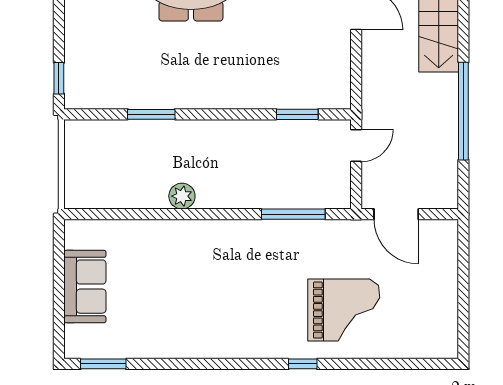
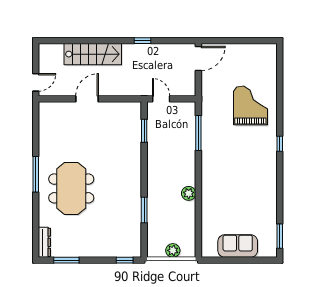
window: (463, 111) -> (142, 41), width x0.32
plant: (77, 167) -> (173, 250), added
door: (396, 214) -> (198, 58), moved
window: (303, 364) -> (280, 144), moved

